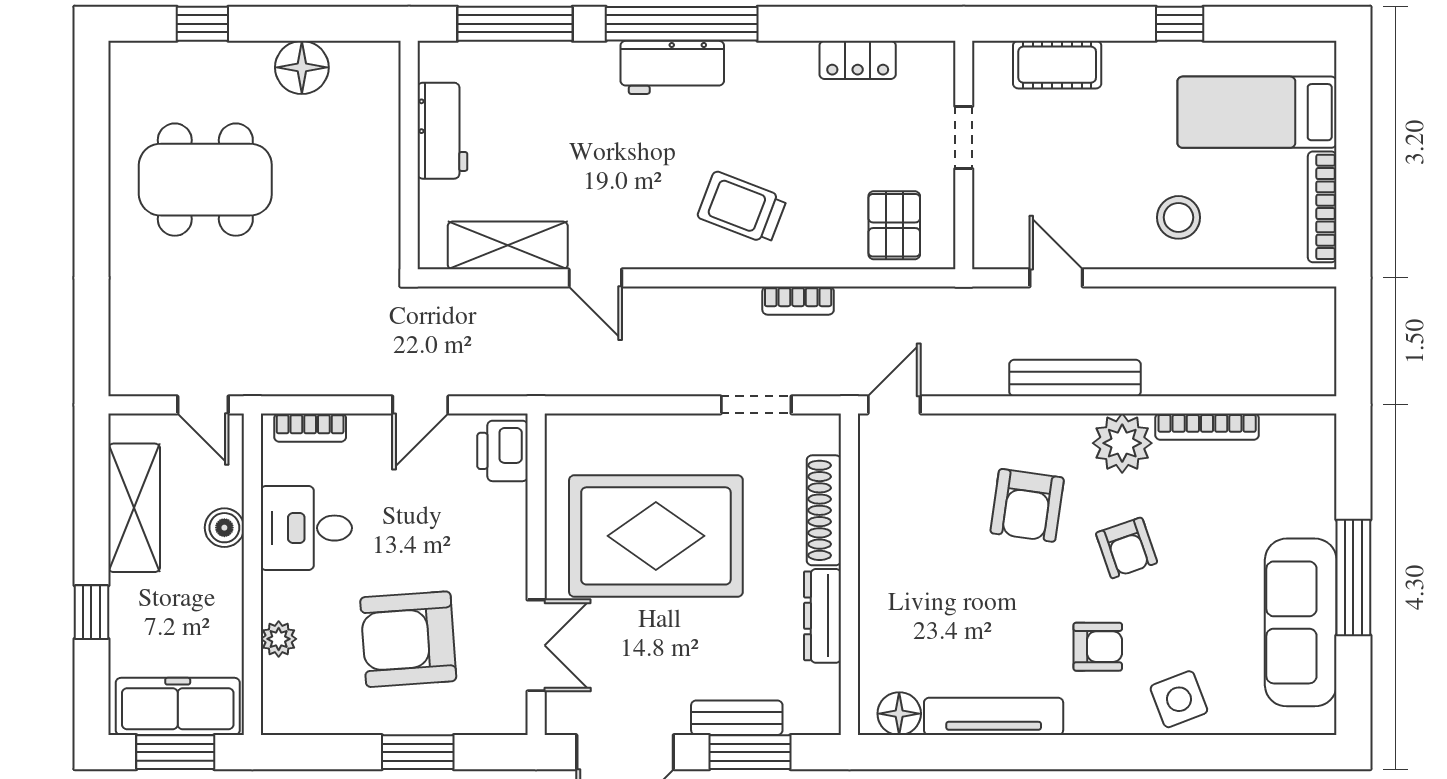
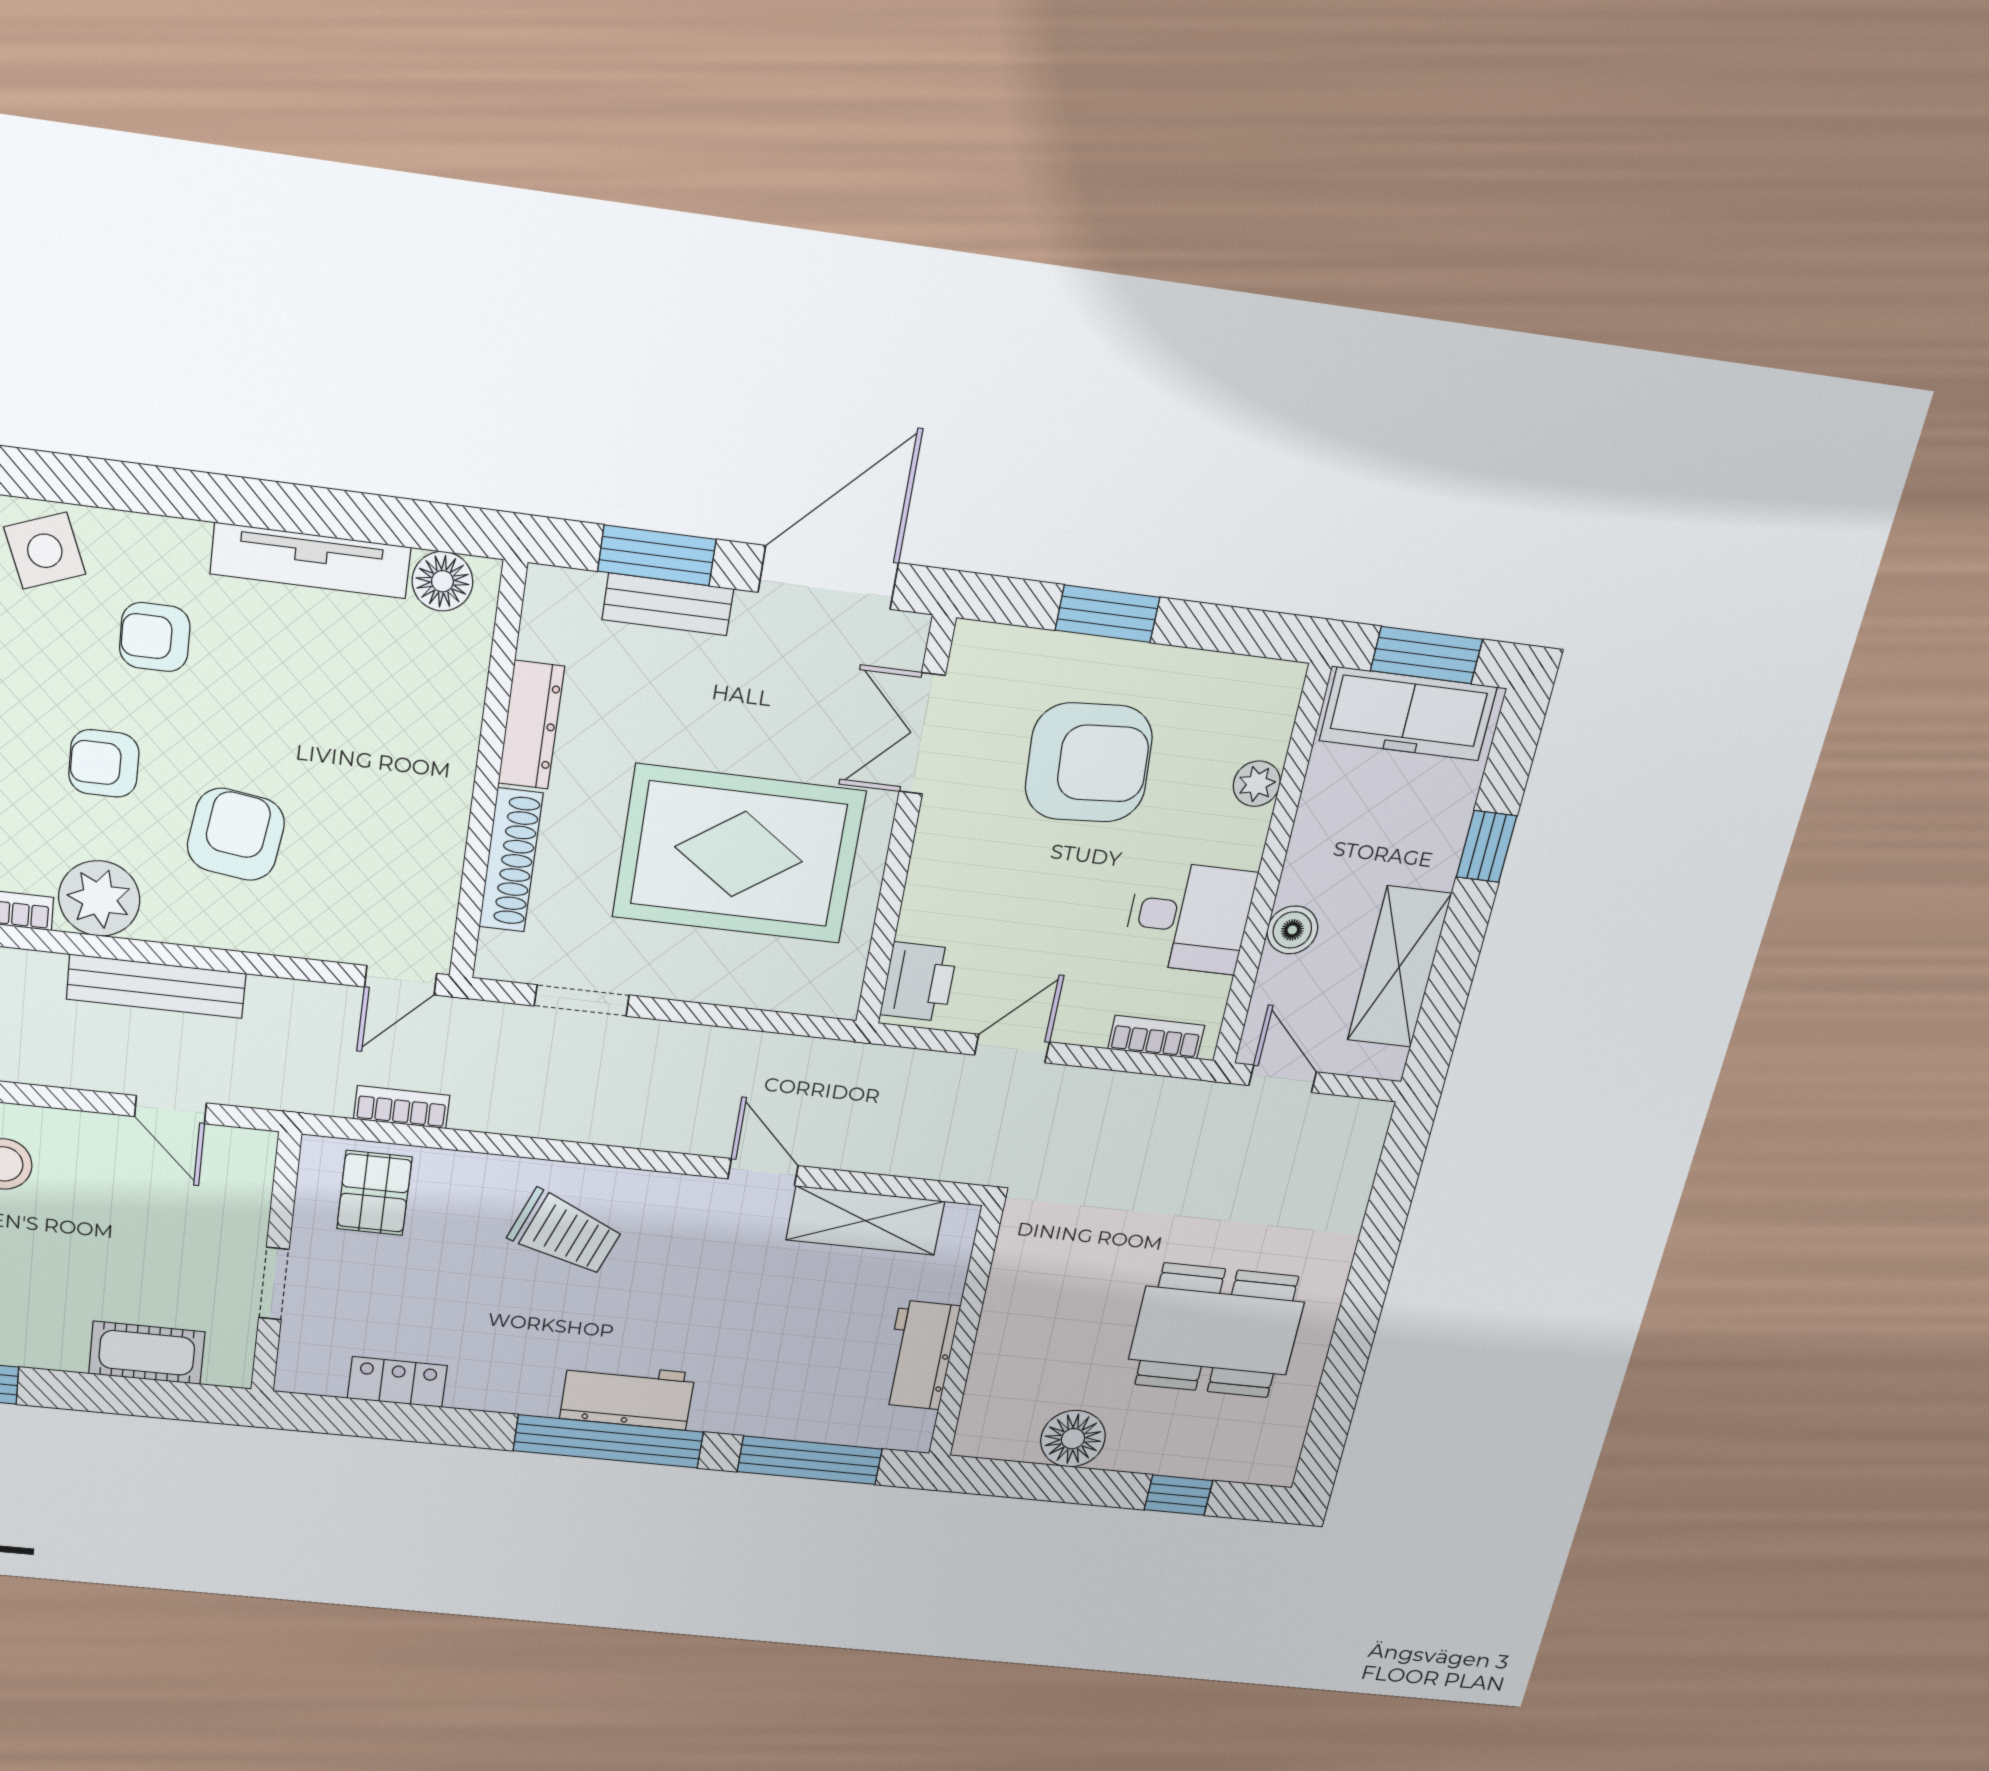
bookcase: (798, 301) -> (402, 1107), moved
armchair: (1127, 548) -> (104, 763), turned -71

